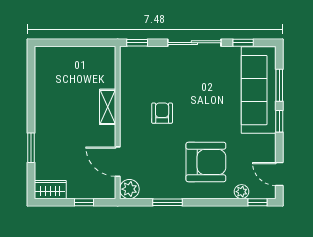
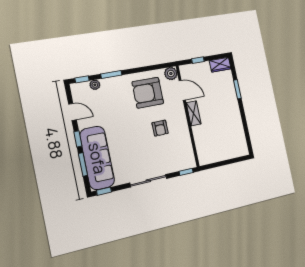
window: (243, 43) -> (104, 191), moved
shelving: (108, 107) -> (194, 113), moved
armchair: (206, 162) -> (148, 93), moved
door: (279, 174) -> (72, 112), moved
window: (167, 202) -> (111, 74), moved

